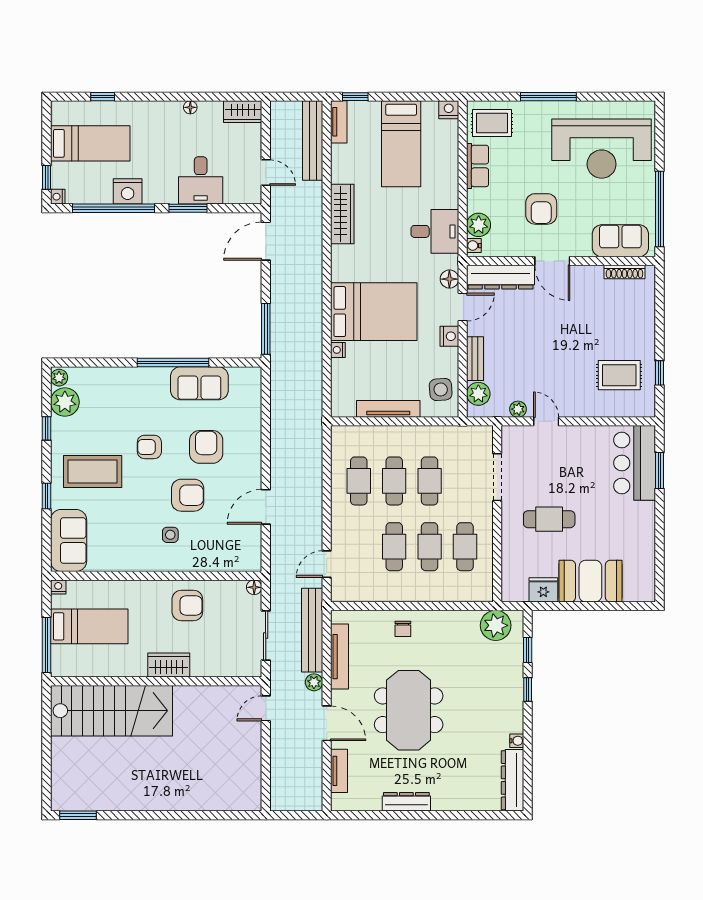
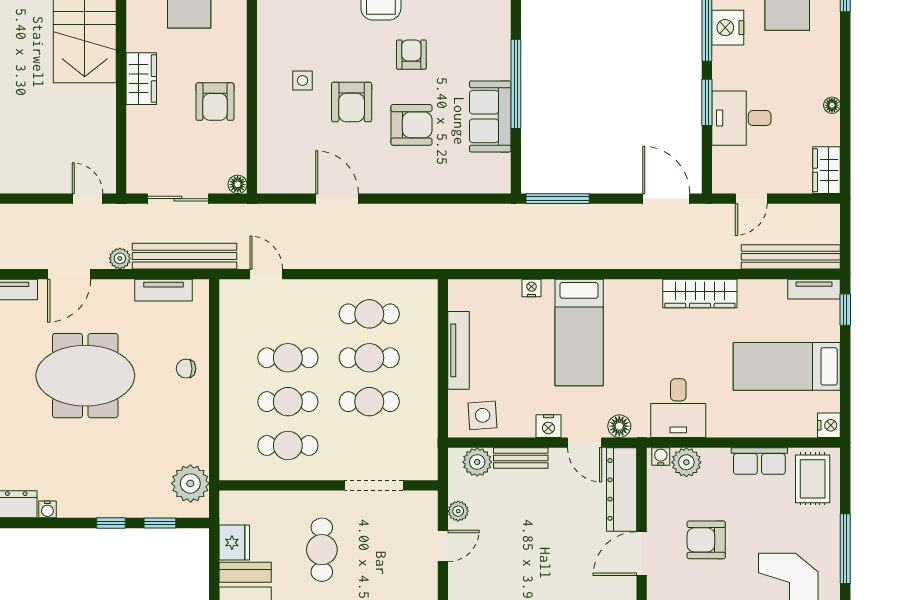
bed: (374, 312) -> (579, 332), width x0.67
tv unit: (340, 657) -> (163, 290), width x0.71

